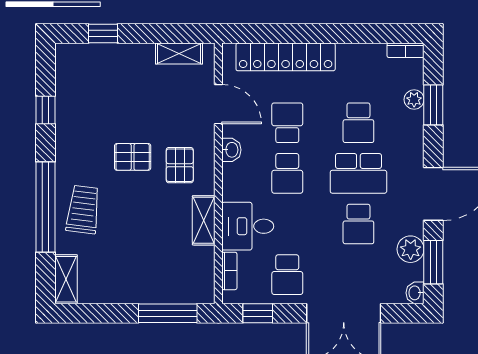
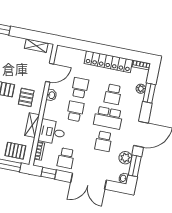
locker: (286, 57) -> (108, 62), moved
door: (218, 104) -> (50, 73), hinge flipped
school desk: (287, 173) -> (75, 111), turned 180
pallet: (179, 280) -> (15, 151), added

